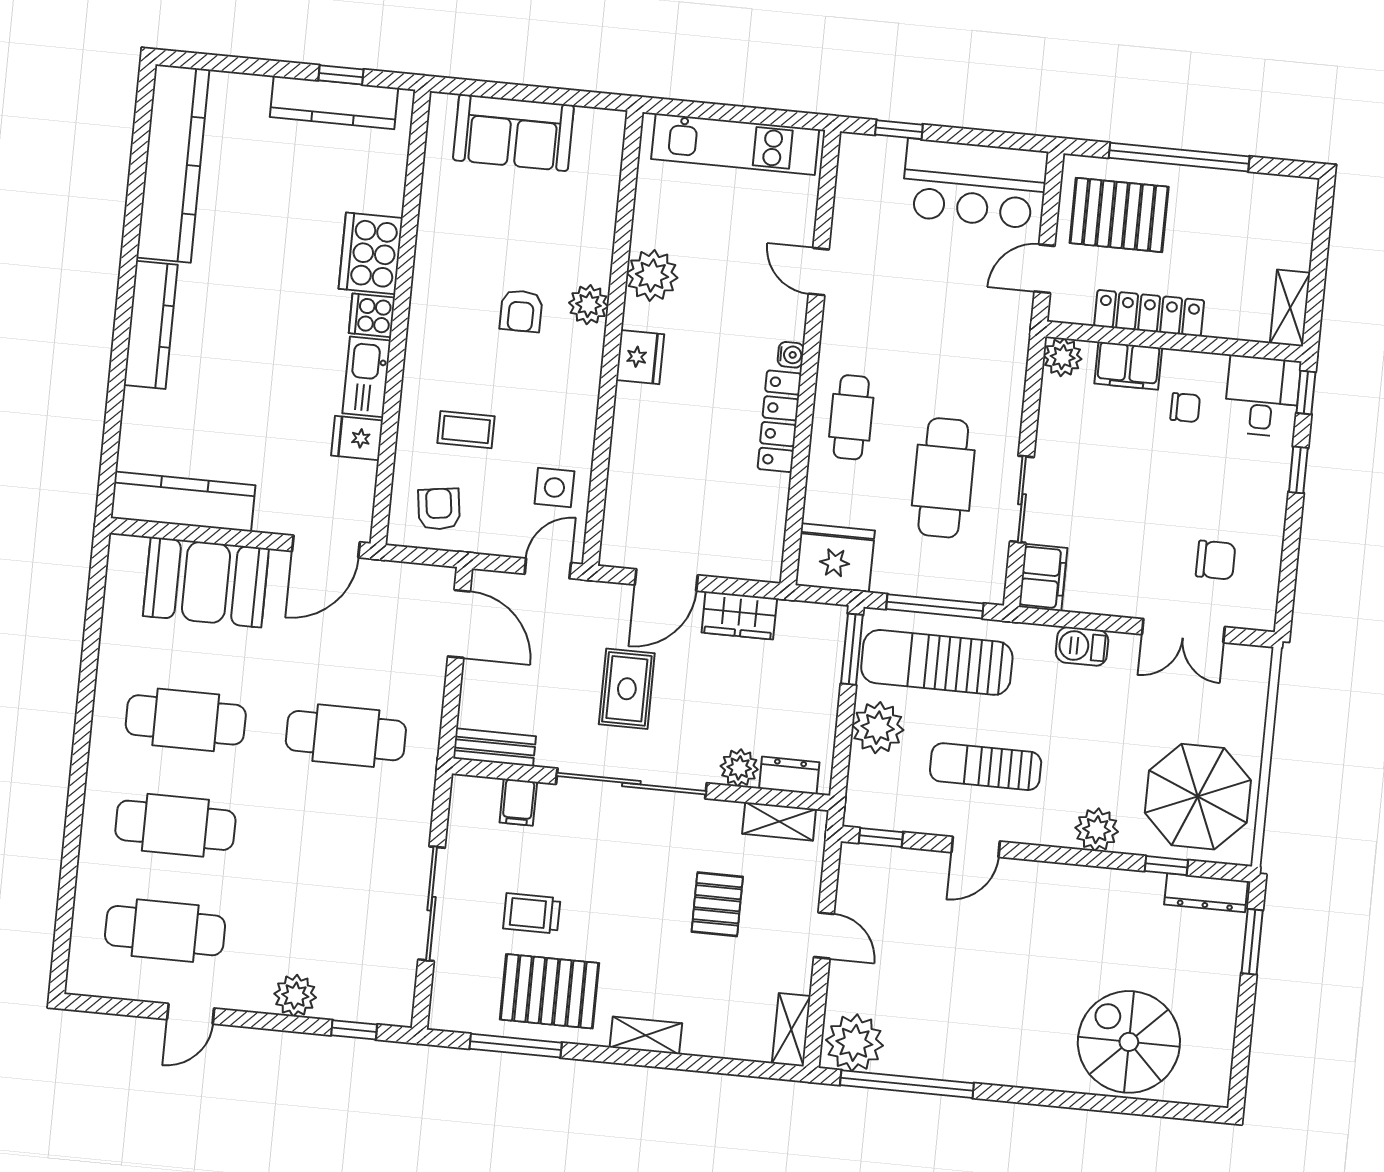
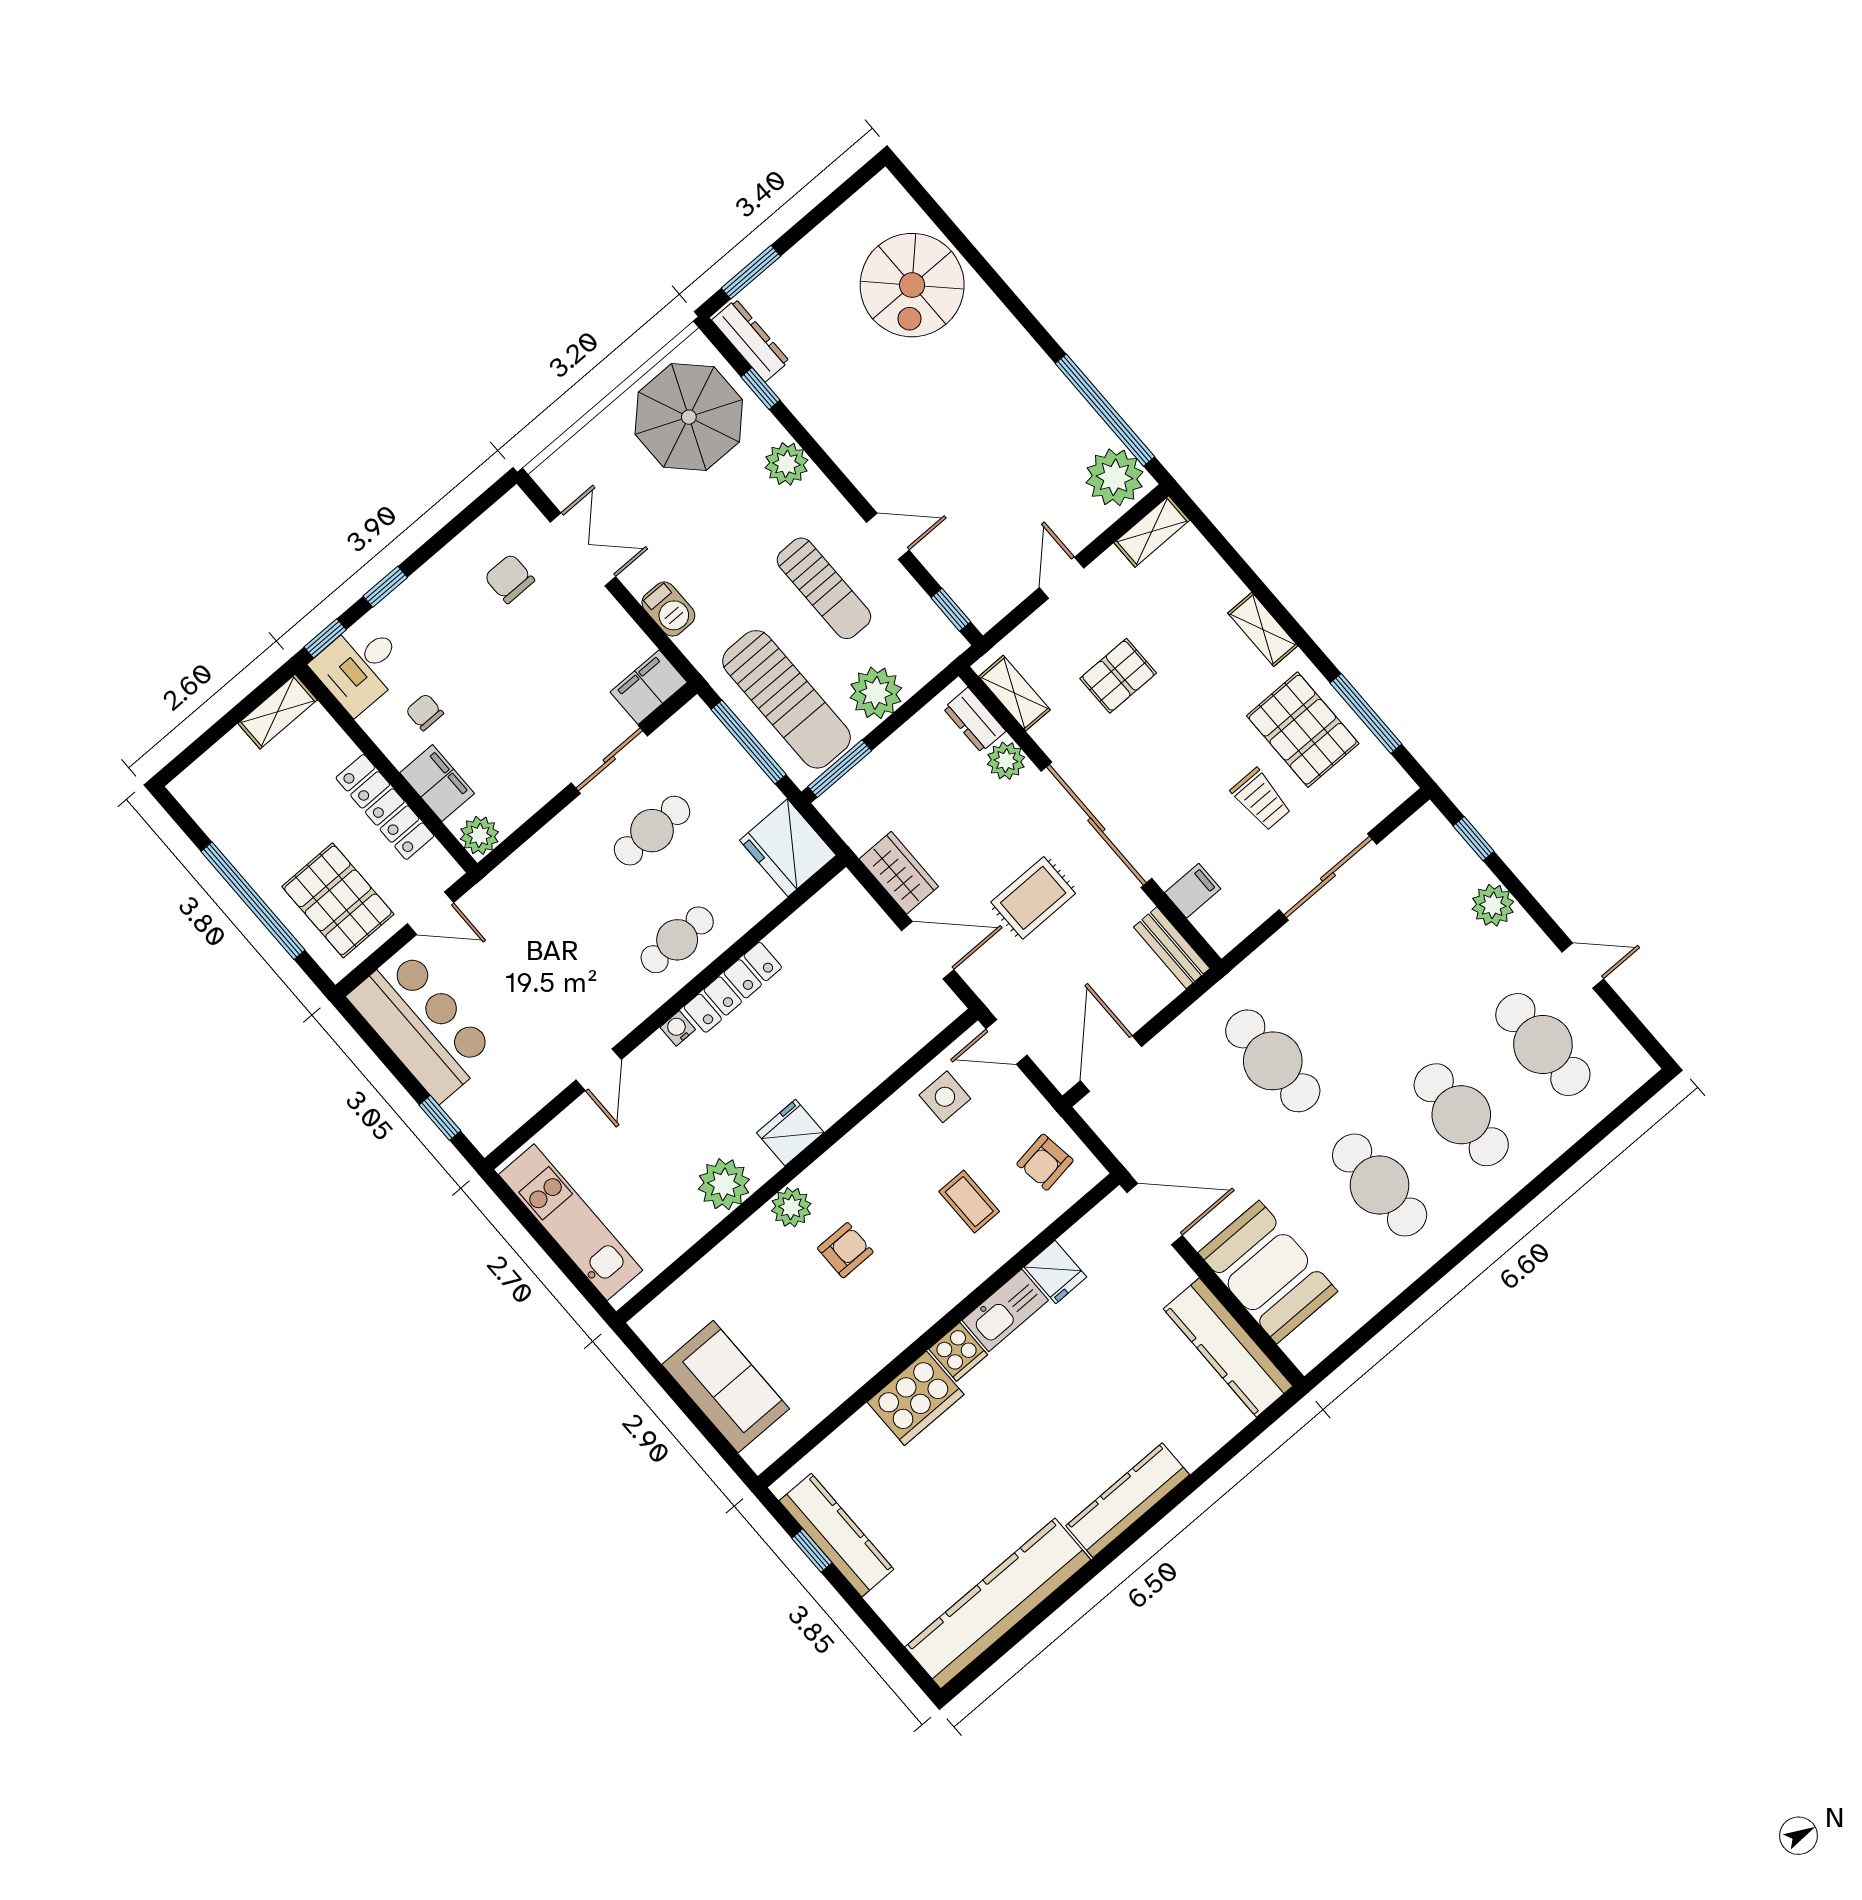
cafe table: (943, 478) -> (652, 831), width x0.73, depth x0.74

